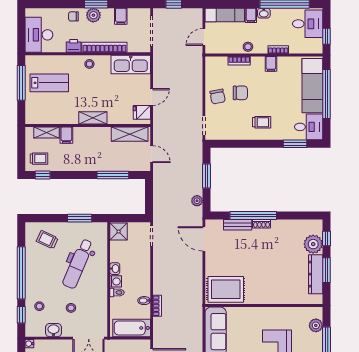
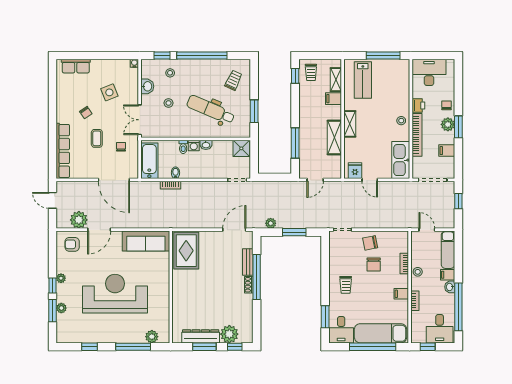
lab bench: (49, 83) -> (363, 80), moved
shelving: (130, 134) -> (334, 138), moved

